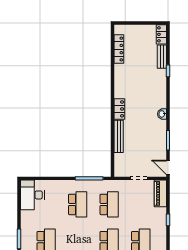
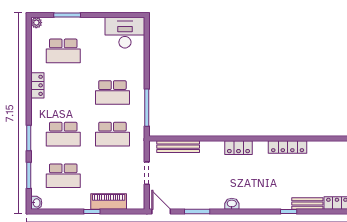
locker: (119, 49) -> (288, 147), moved
bench: (119, 136) -> (178, 147), moved
door: (168, 167) -> (161, 212), hinge flipped
piano: (160, 193) -> (109, 202), moved

